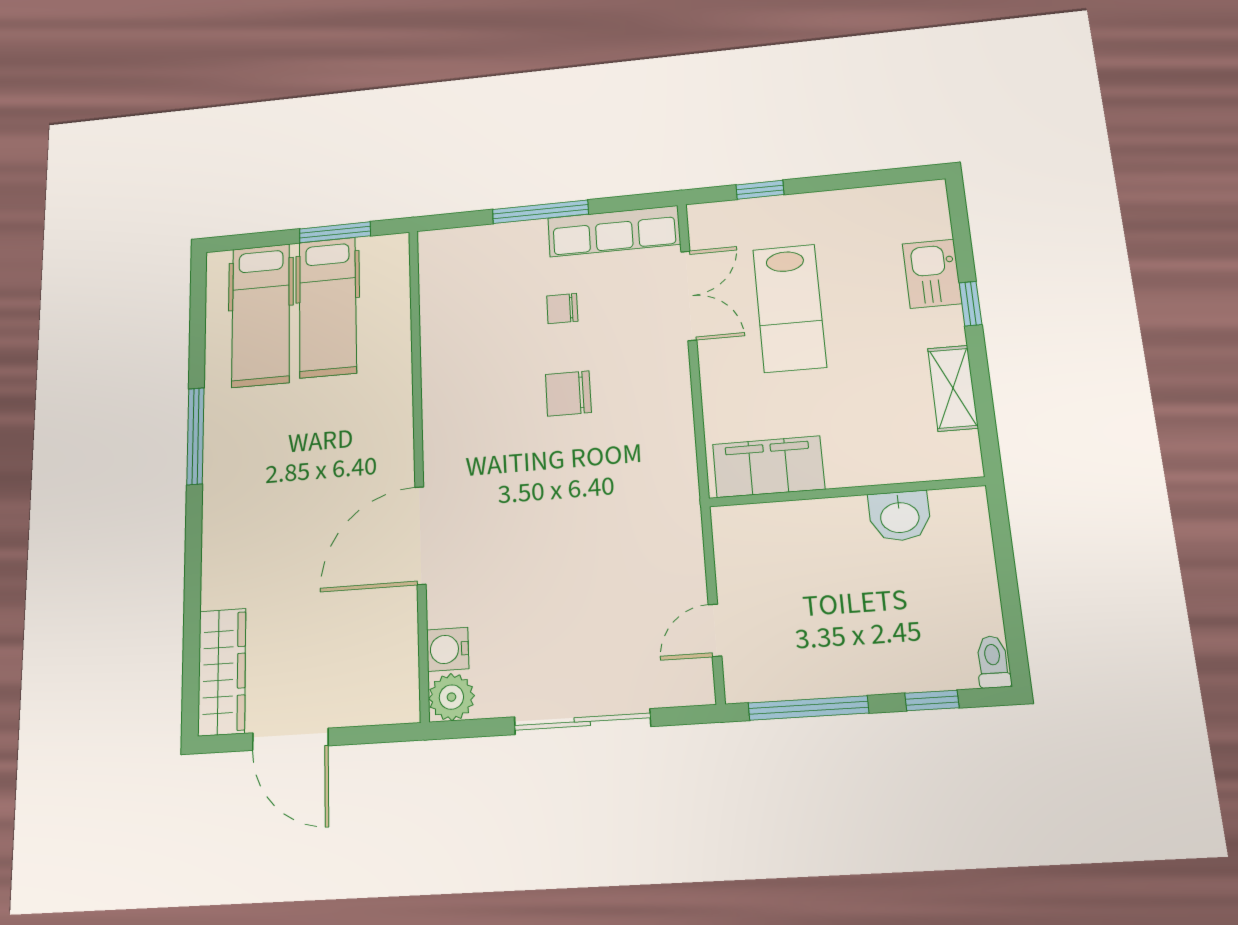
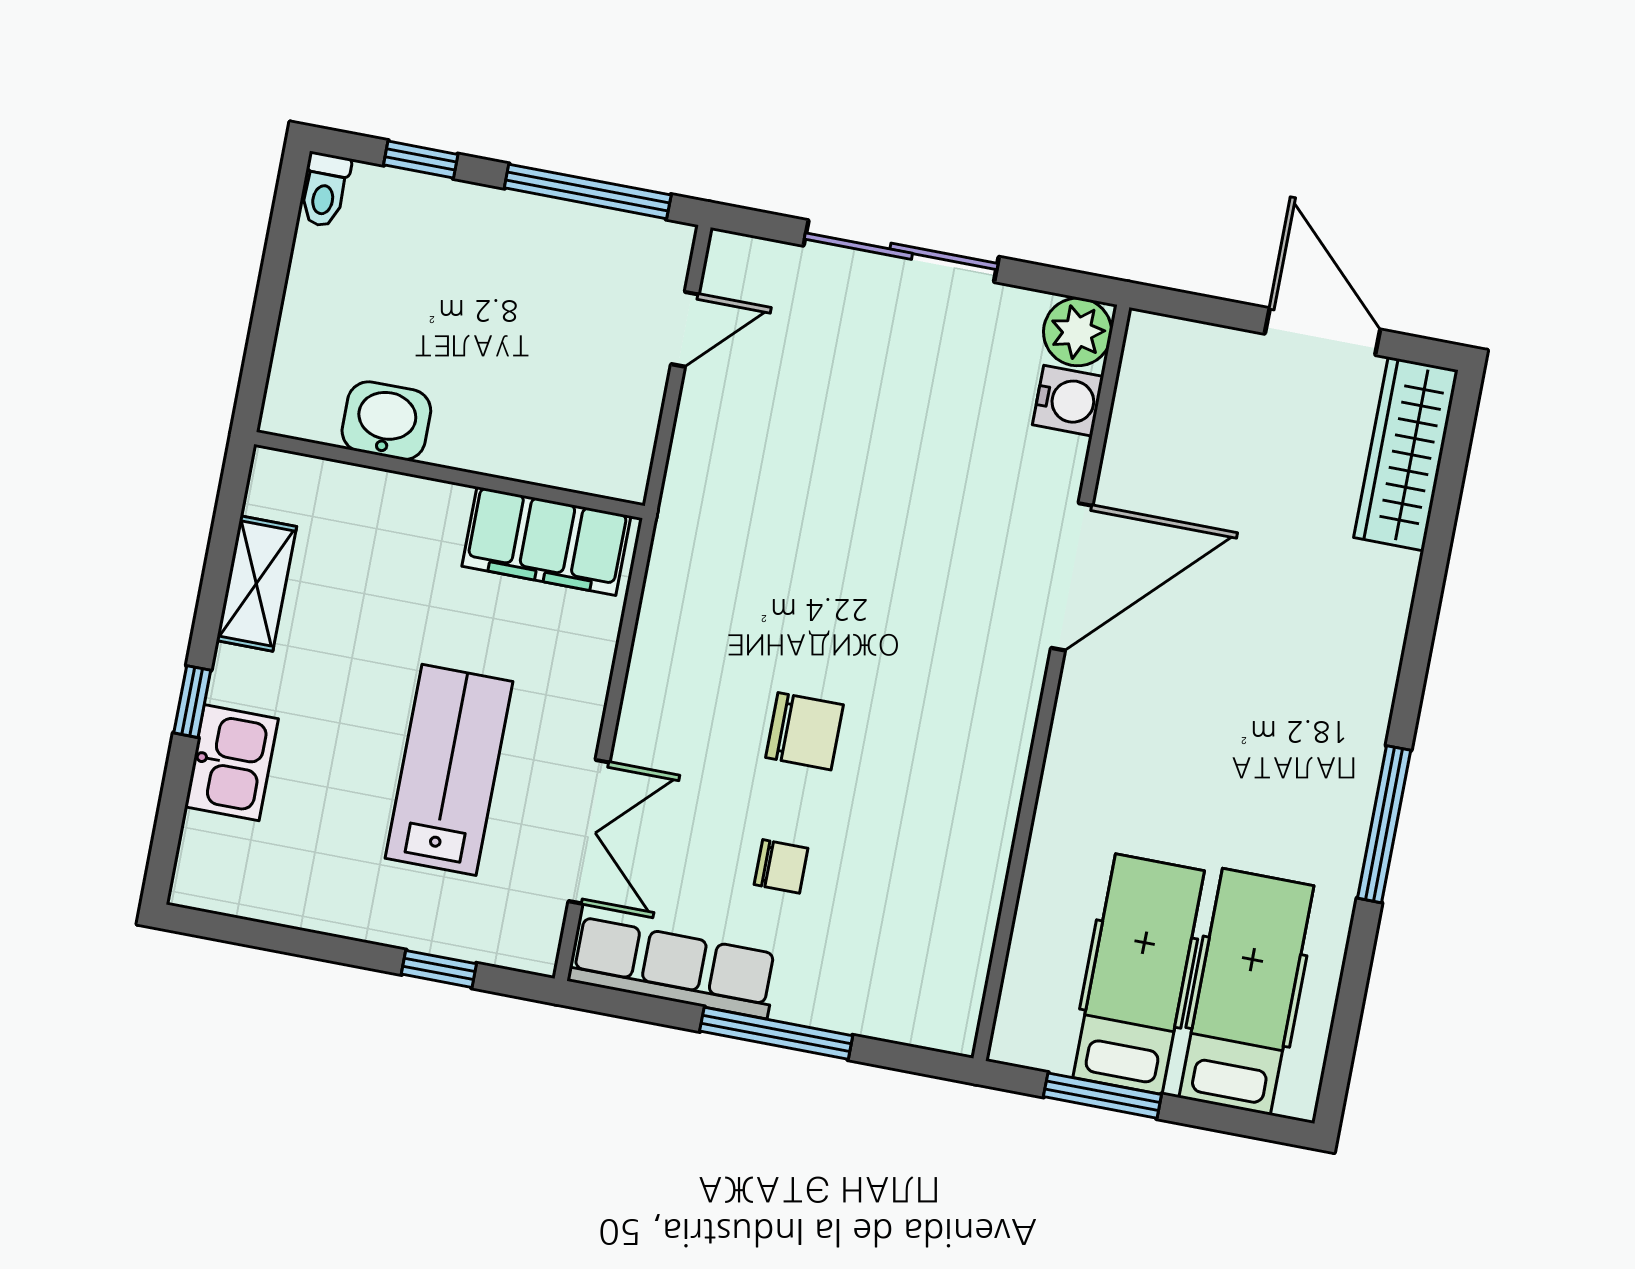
double door: (689, 296) -> (589, 832), swing flipped

